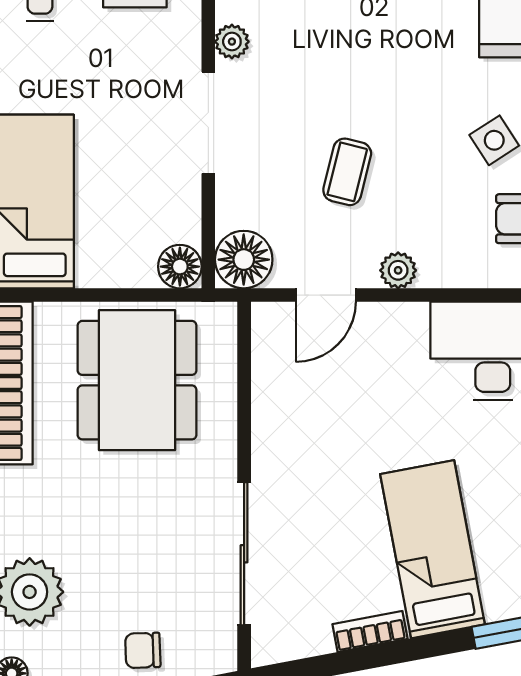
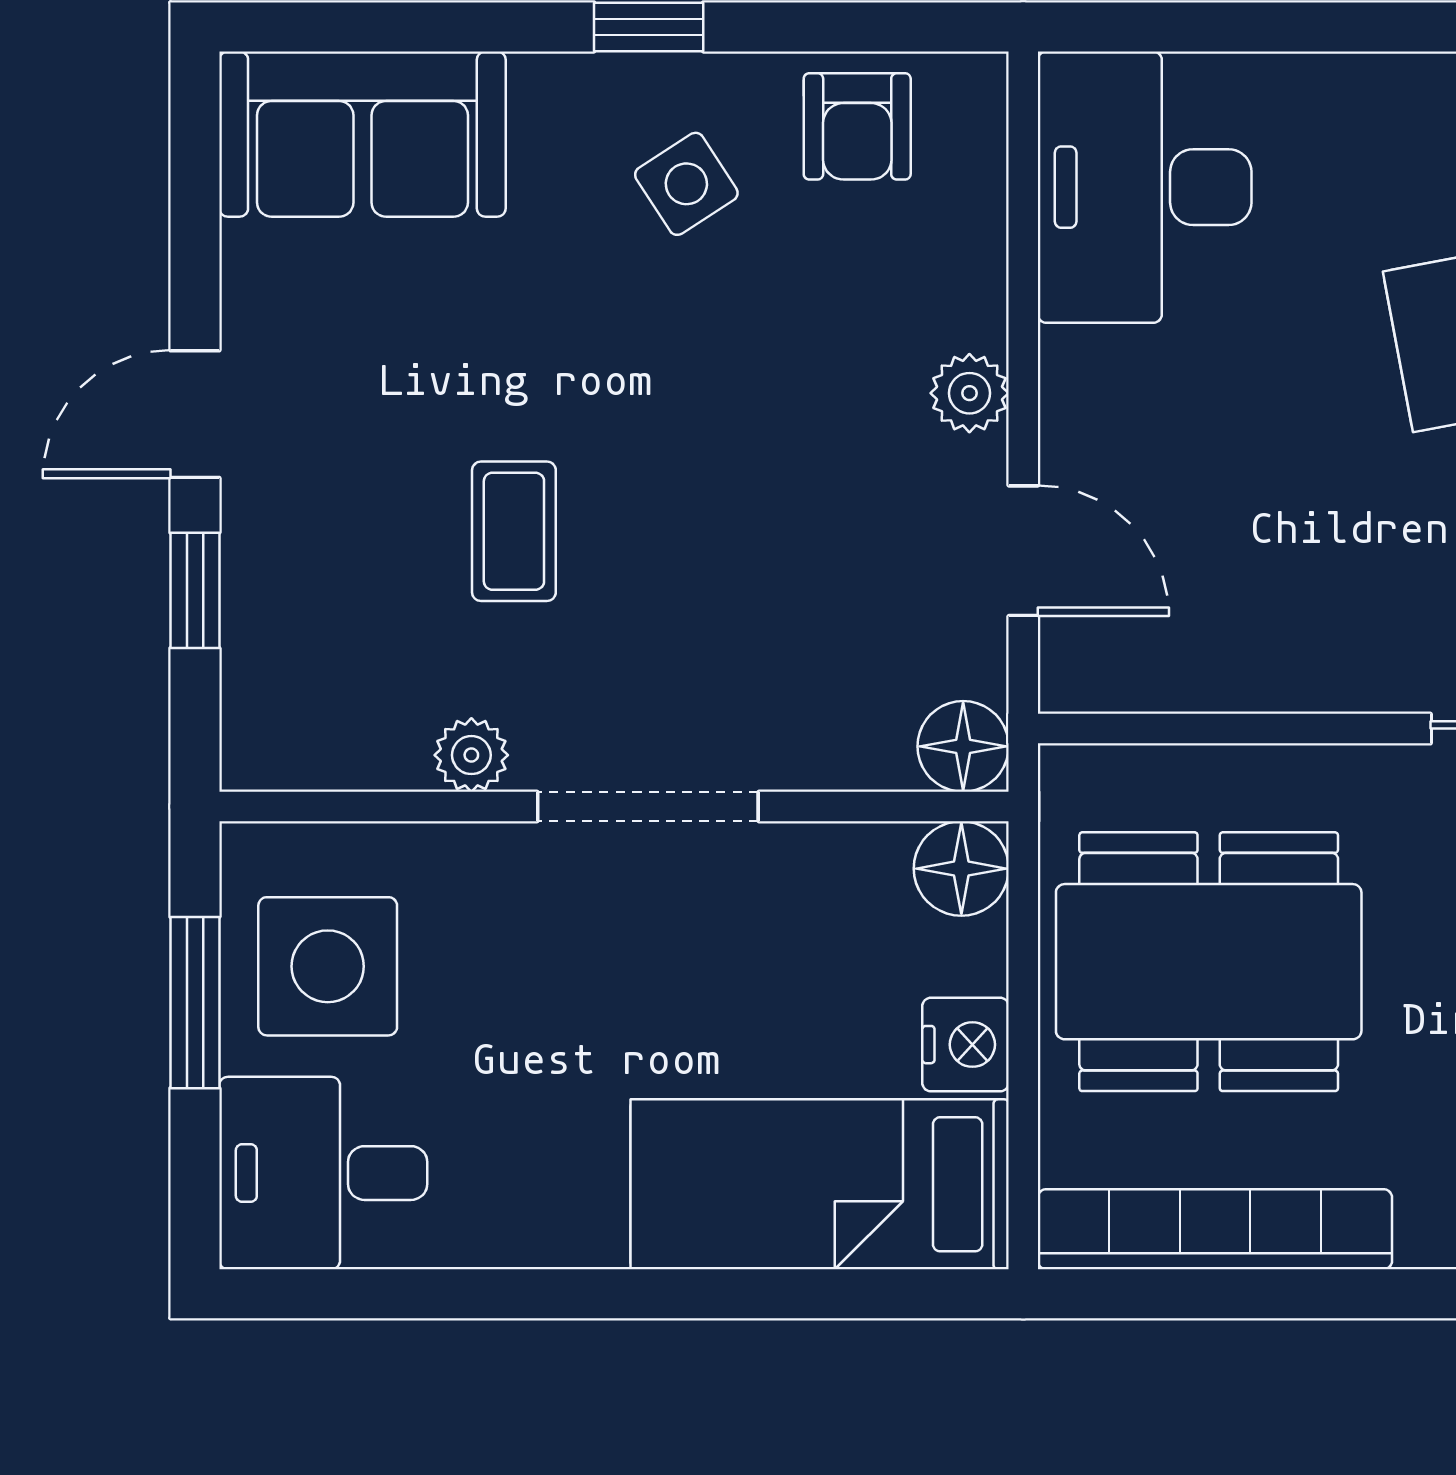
coffee table: (347, 172) -> (514, 531), moved, turned 76
floor lamp: (244, 260) -> (963, 746), width x0.73, depth x0.73
nightstand: (99, 268) -> (966, 1045), added

